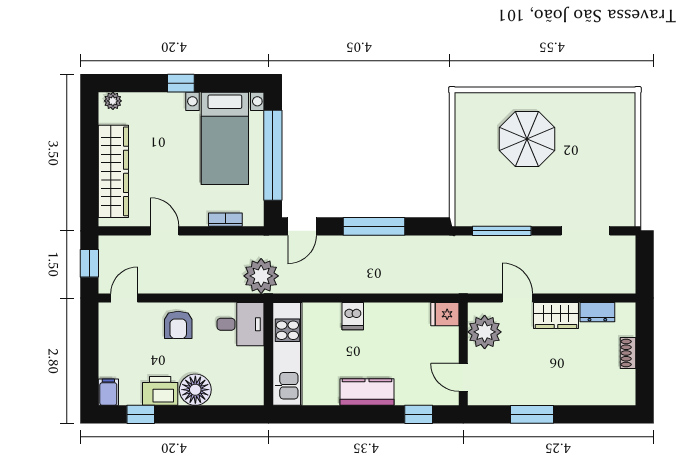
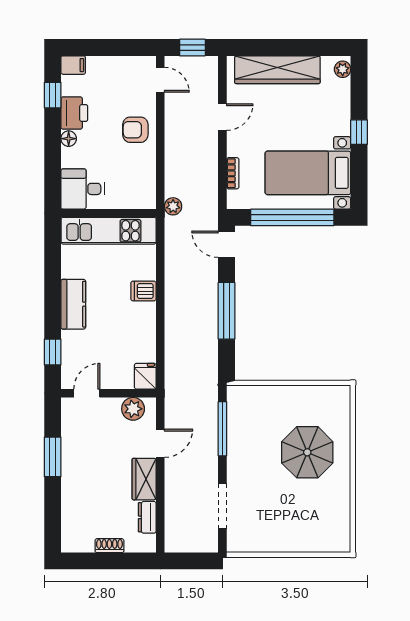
plant: (261, 276) -> (173, 206), width x0.53, depth x0.53
desk: (241, 324) -> (83, 189), moved, turned 90
plant: (485, 332) -> (133, 409), width x0.73, depth x0.73
floor lamp: (195, 390) -> (69, 139), width x0.53, depth x0.53

